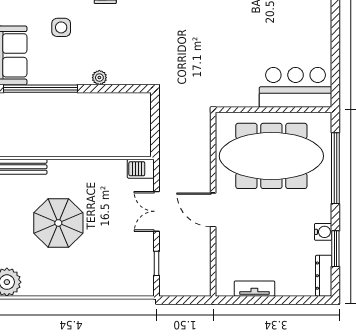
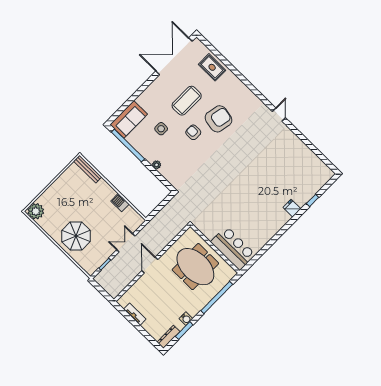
meeting table: (271, 156) -> (195, 267), width x0.73
barbecue: (141, 169) -> (120, 203), moved
parasol: (58, 223) -> (76, 236), moved

